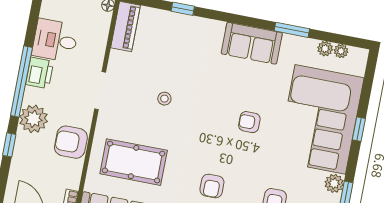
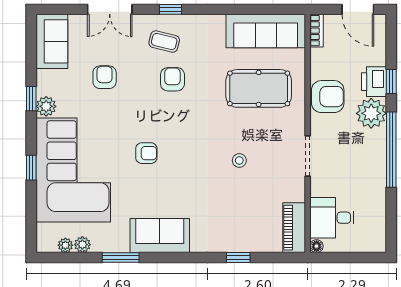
desk: (55, 40) -> (332, 218), moved, turned 180
printer: (40, 73) -> (374, 82), moved

